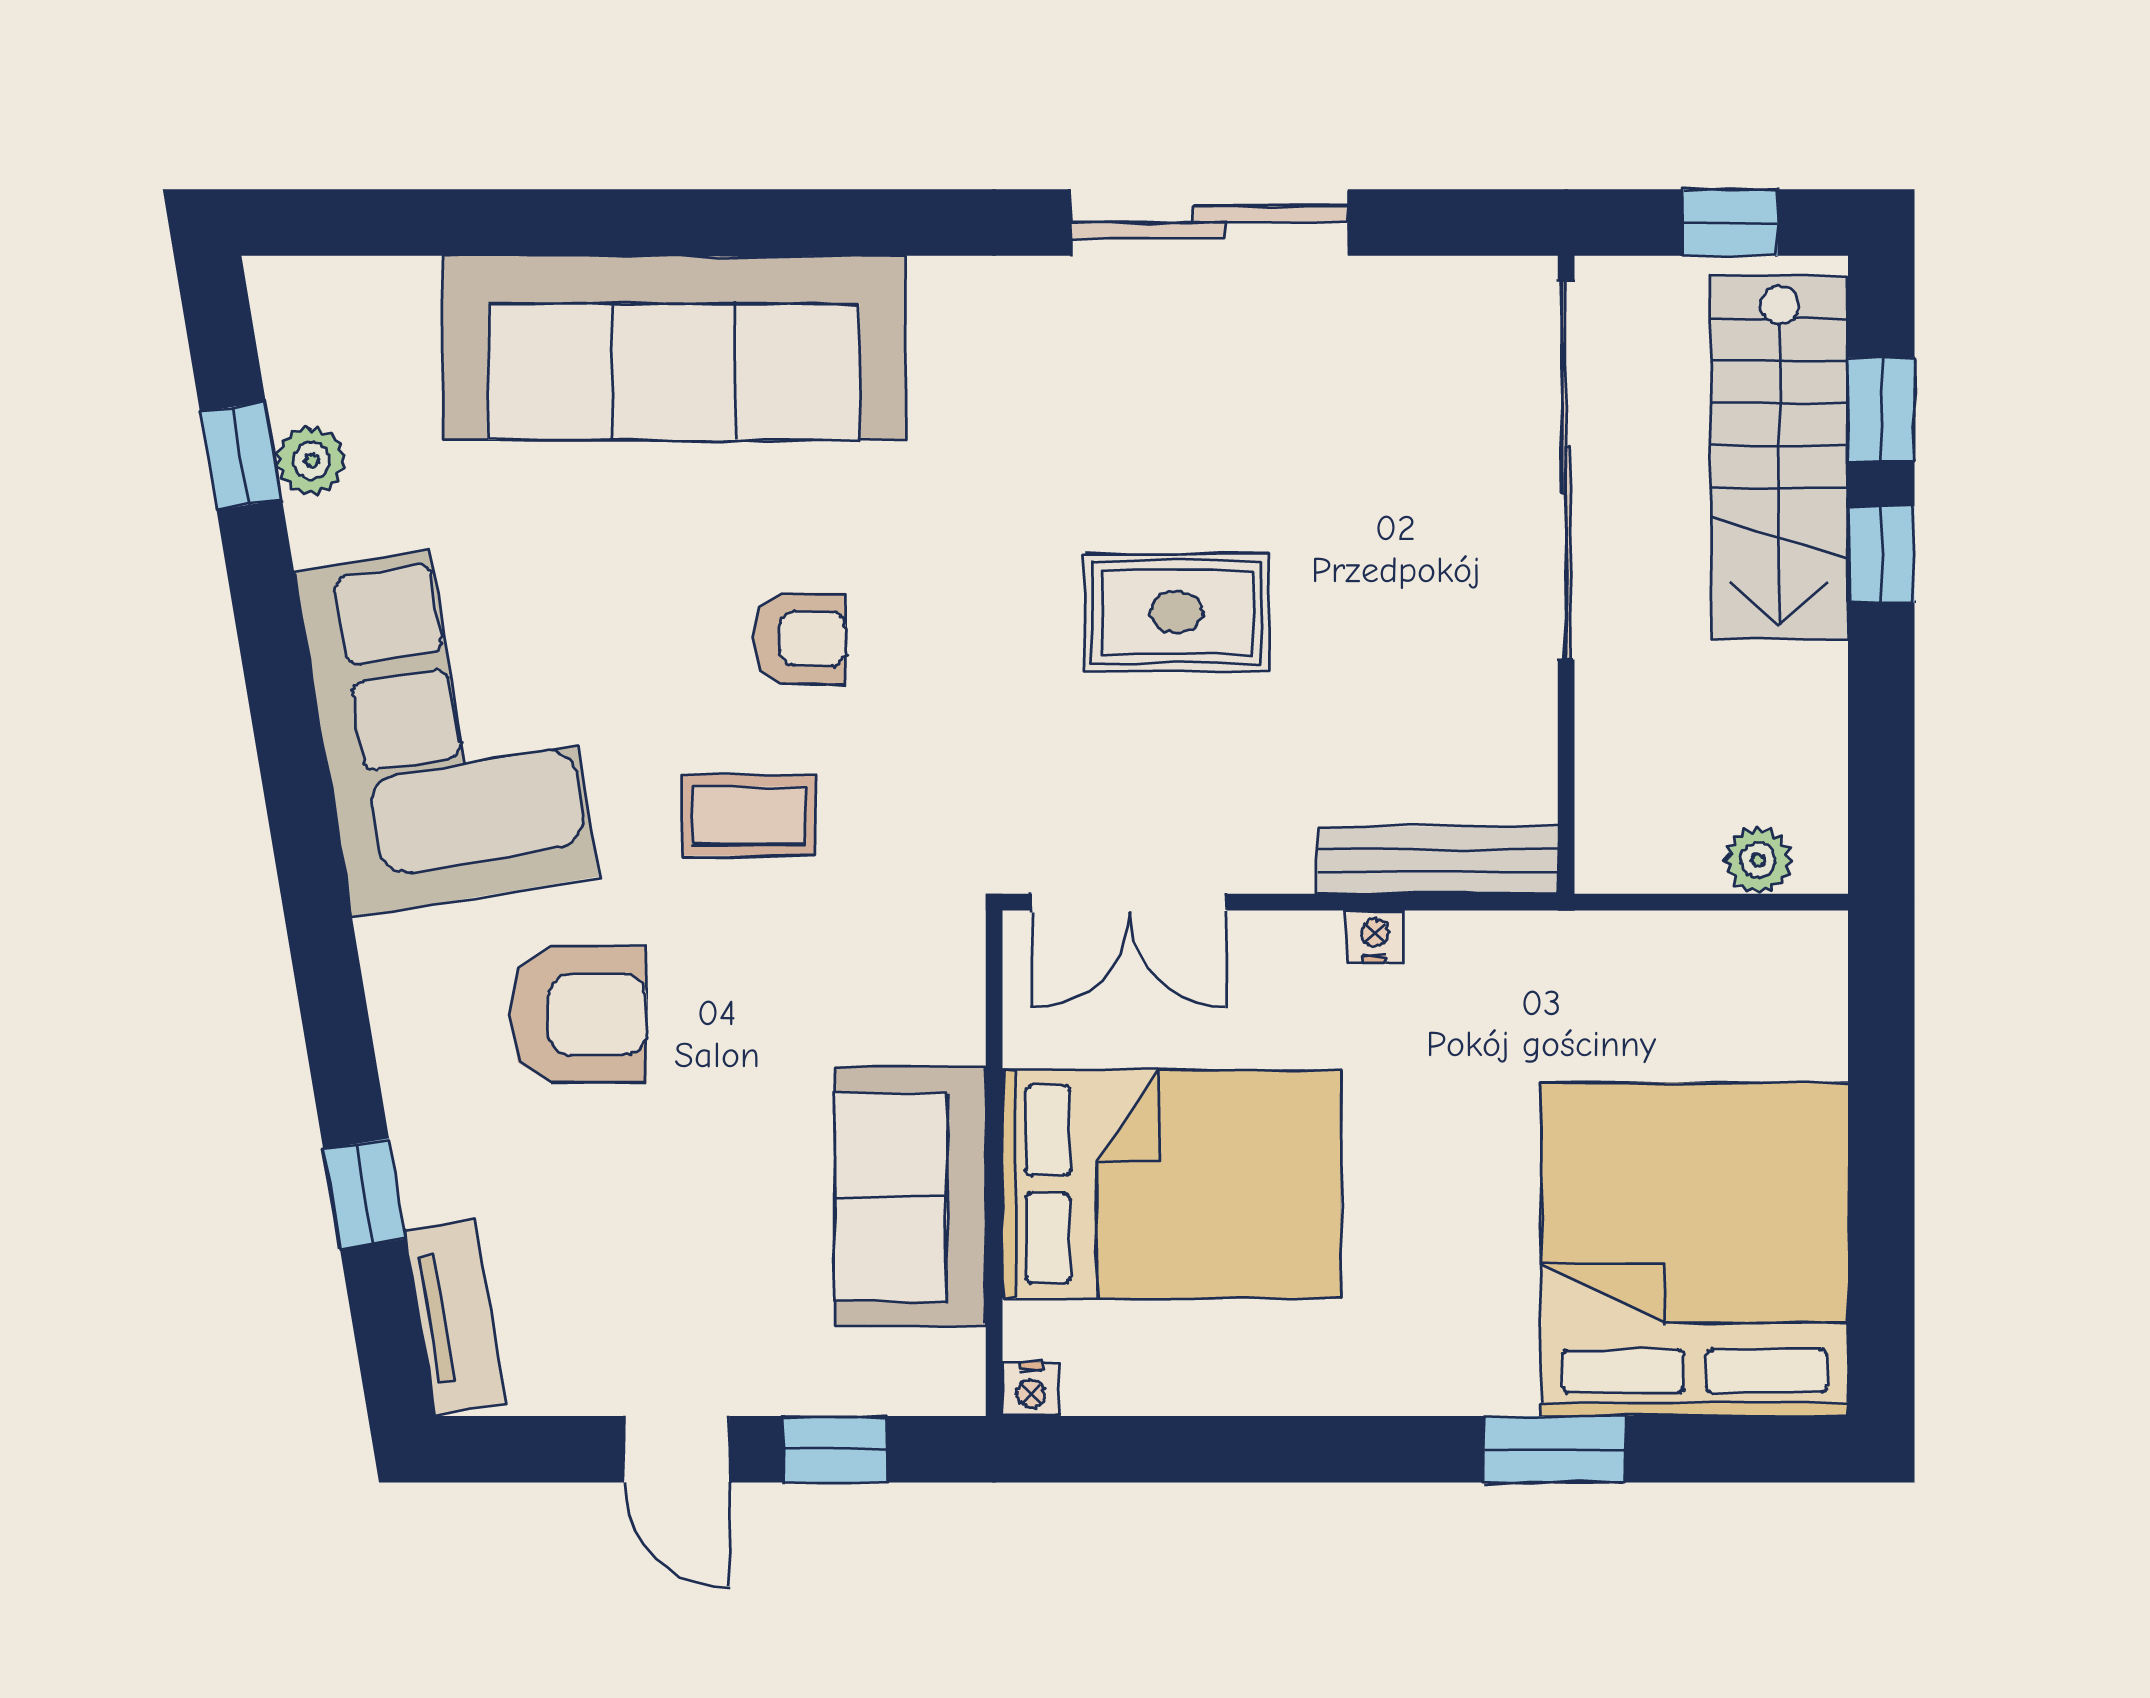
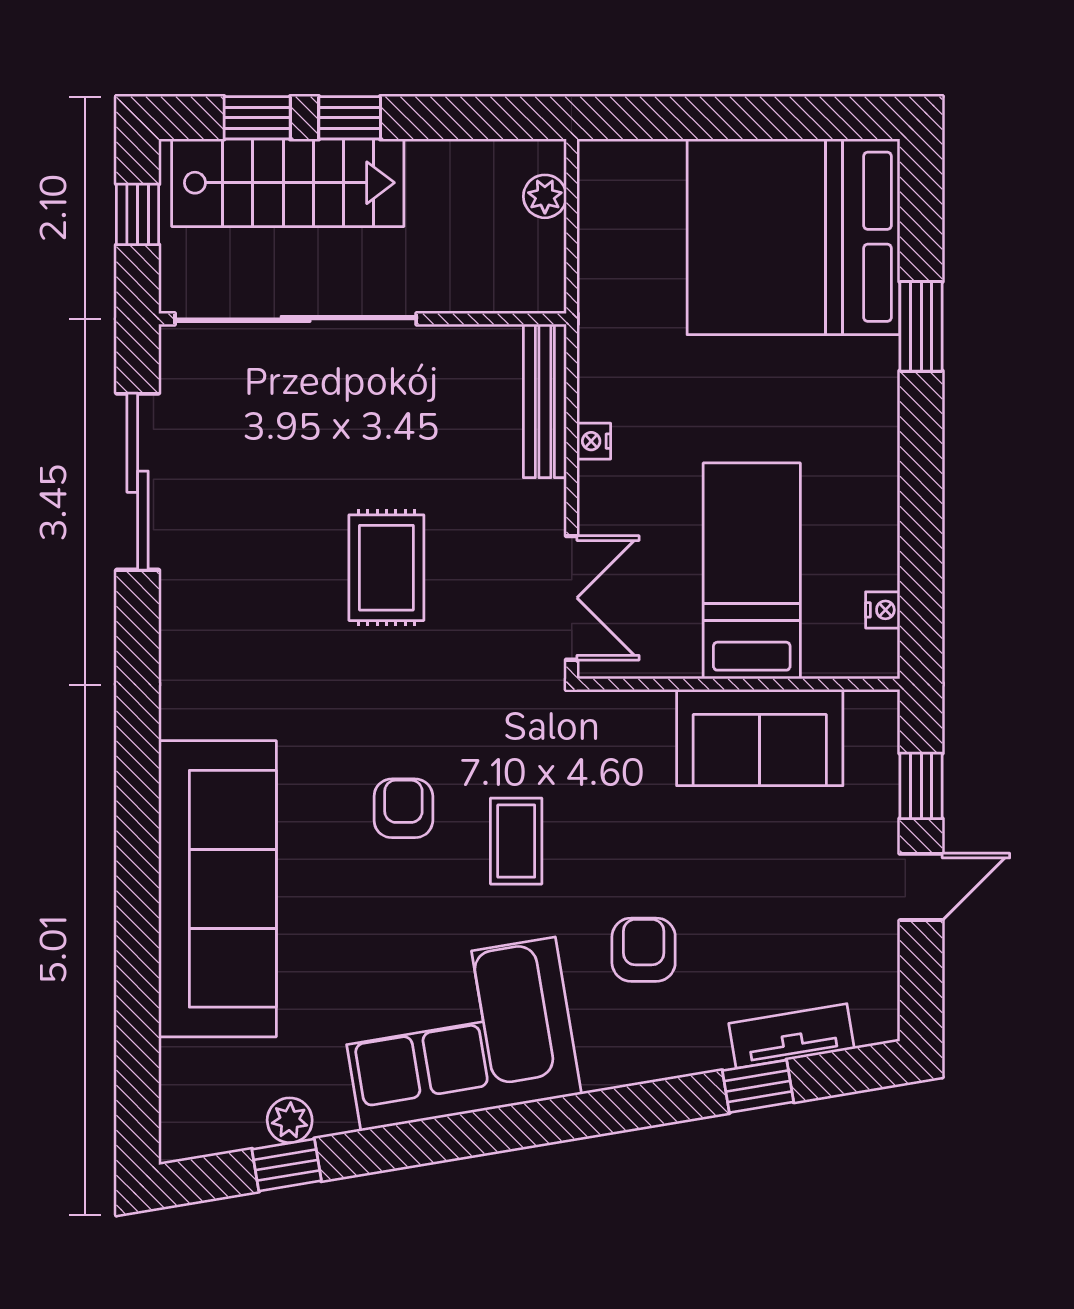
sliding door: (1209, 222) -> (138, 482), moved
armchair: (578, 1015) -> (644, 950), width x0.72, depth x0.72
bed: (1171, 1184) -> (752, 571), width x0.67
tv unit: (455, 1316) -> (792, 1036), moved
nightstand: (1031, 1389) -> (883, 610), moved

